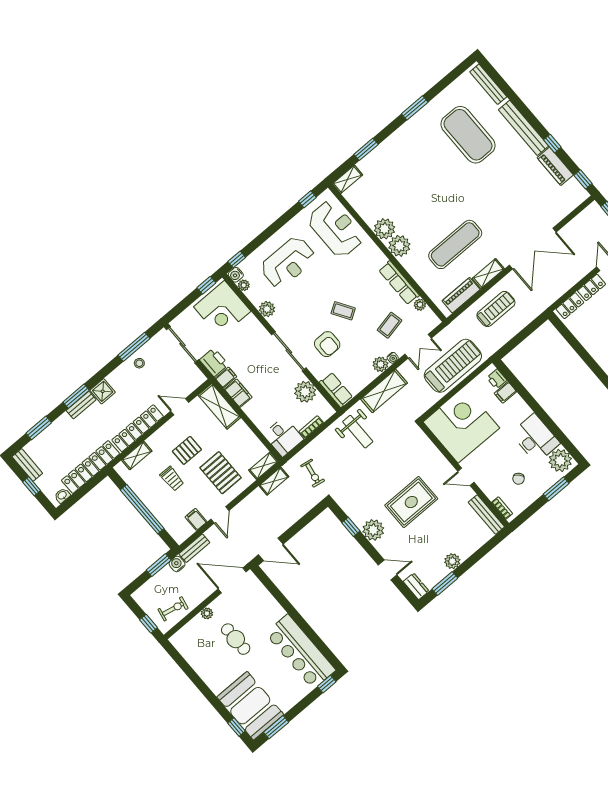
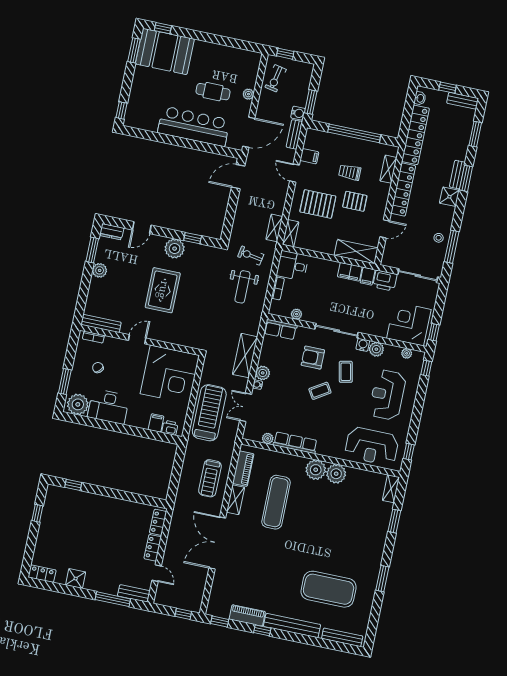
water cooler: (236, 275) -> (363, 345), moved
coffee table: (390, 325) -> (346, 372), moved
treadmill: (453, 366) -> (209, 413), turned 180
plant: (305, 392) -> (296, 314), width x0.53, depth x0.53
weight bench: (358, 432) -> (242, 287), moved, turned -90
pallet: (187, 450) -> (355, 201), turned 90
bar counter: (300, 652) -> (194, 126), moved

